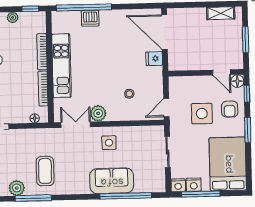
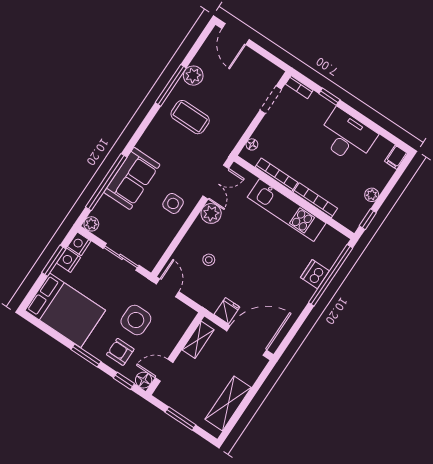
shelving: (221, 13) -> (228, 403), width x1.50, depth x1.33
shelving: (186, 64) -> (198, 340), added
plant: (160, 186) -> (91, 224), added
window: (201, 194) -> (54, 261), width x0.69

